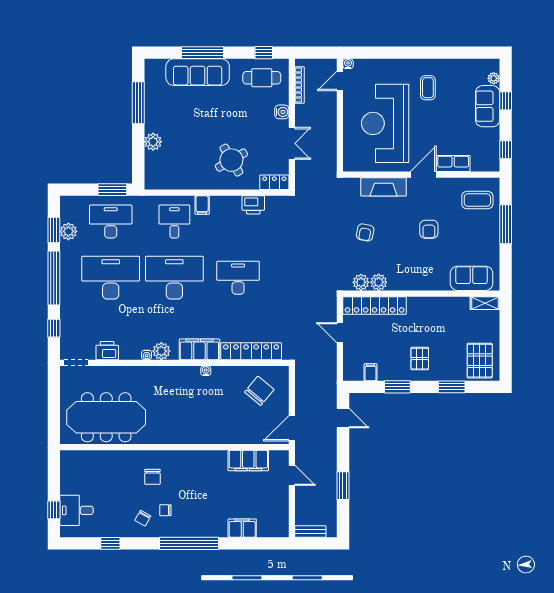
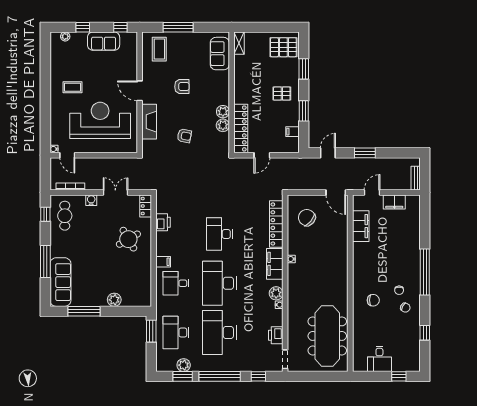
sofa: (198, 72) -> (60, 282), moved
sofa: (488, 106) -> (104, 41), moved
reception desk: (385, 123) -> (100, 120), turned 180
row of seats: (453, 164) -> (131, 68), removed
plant: (361, 282) -> (223, 112), moved
window: (343, 486) -> (365, 153), moved
desk: (76, 510) -> (379, 359), moved
filing cabinet: (242, 528) -> (394, 202), moved, turned -90

